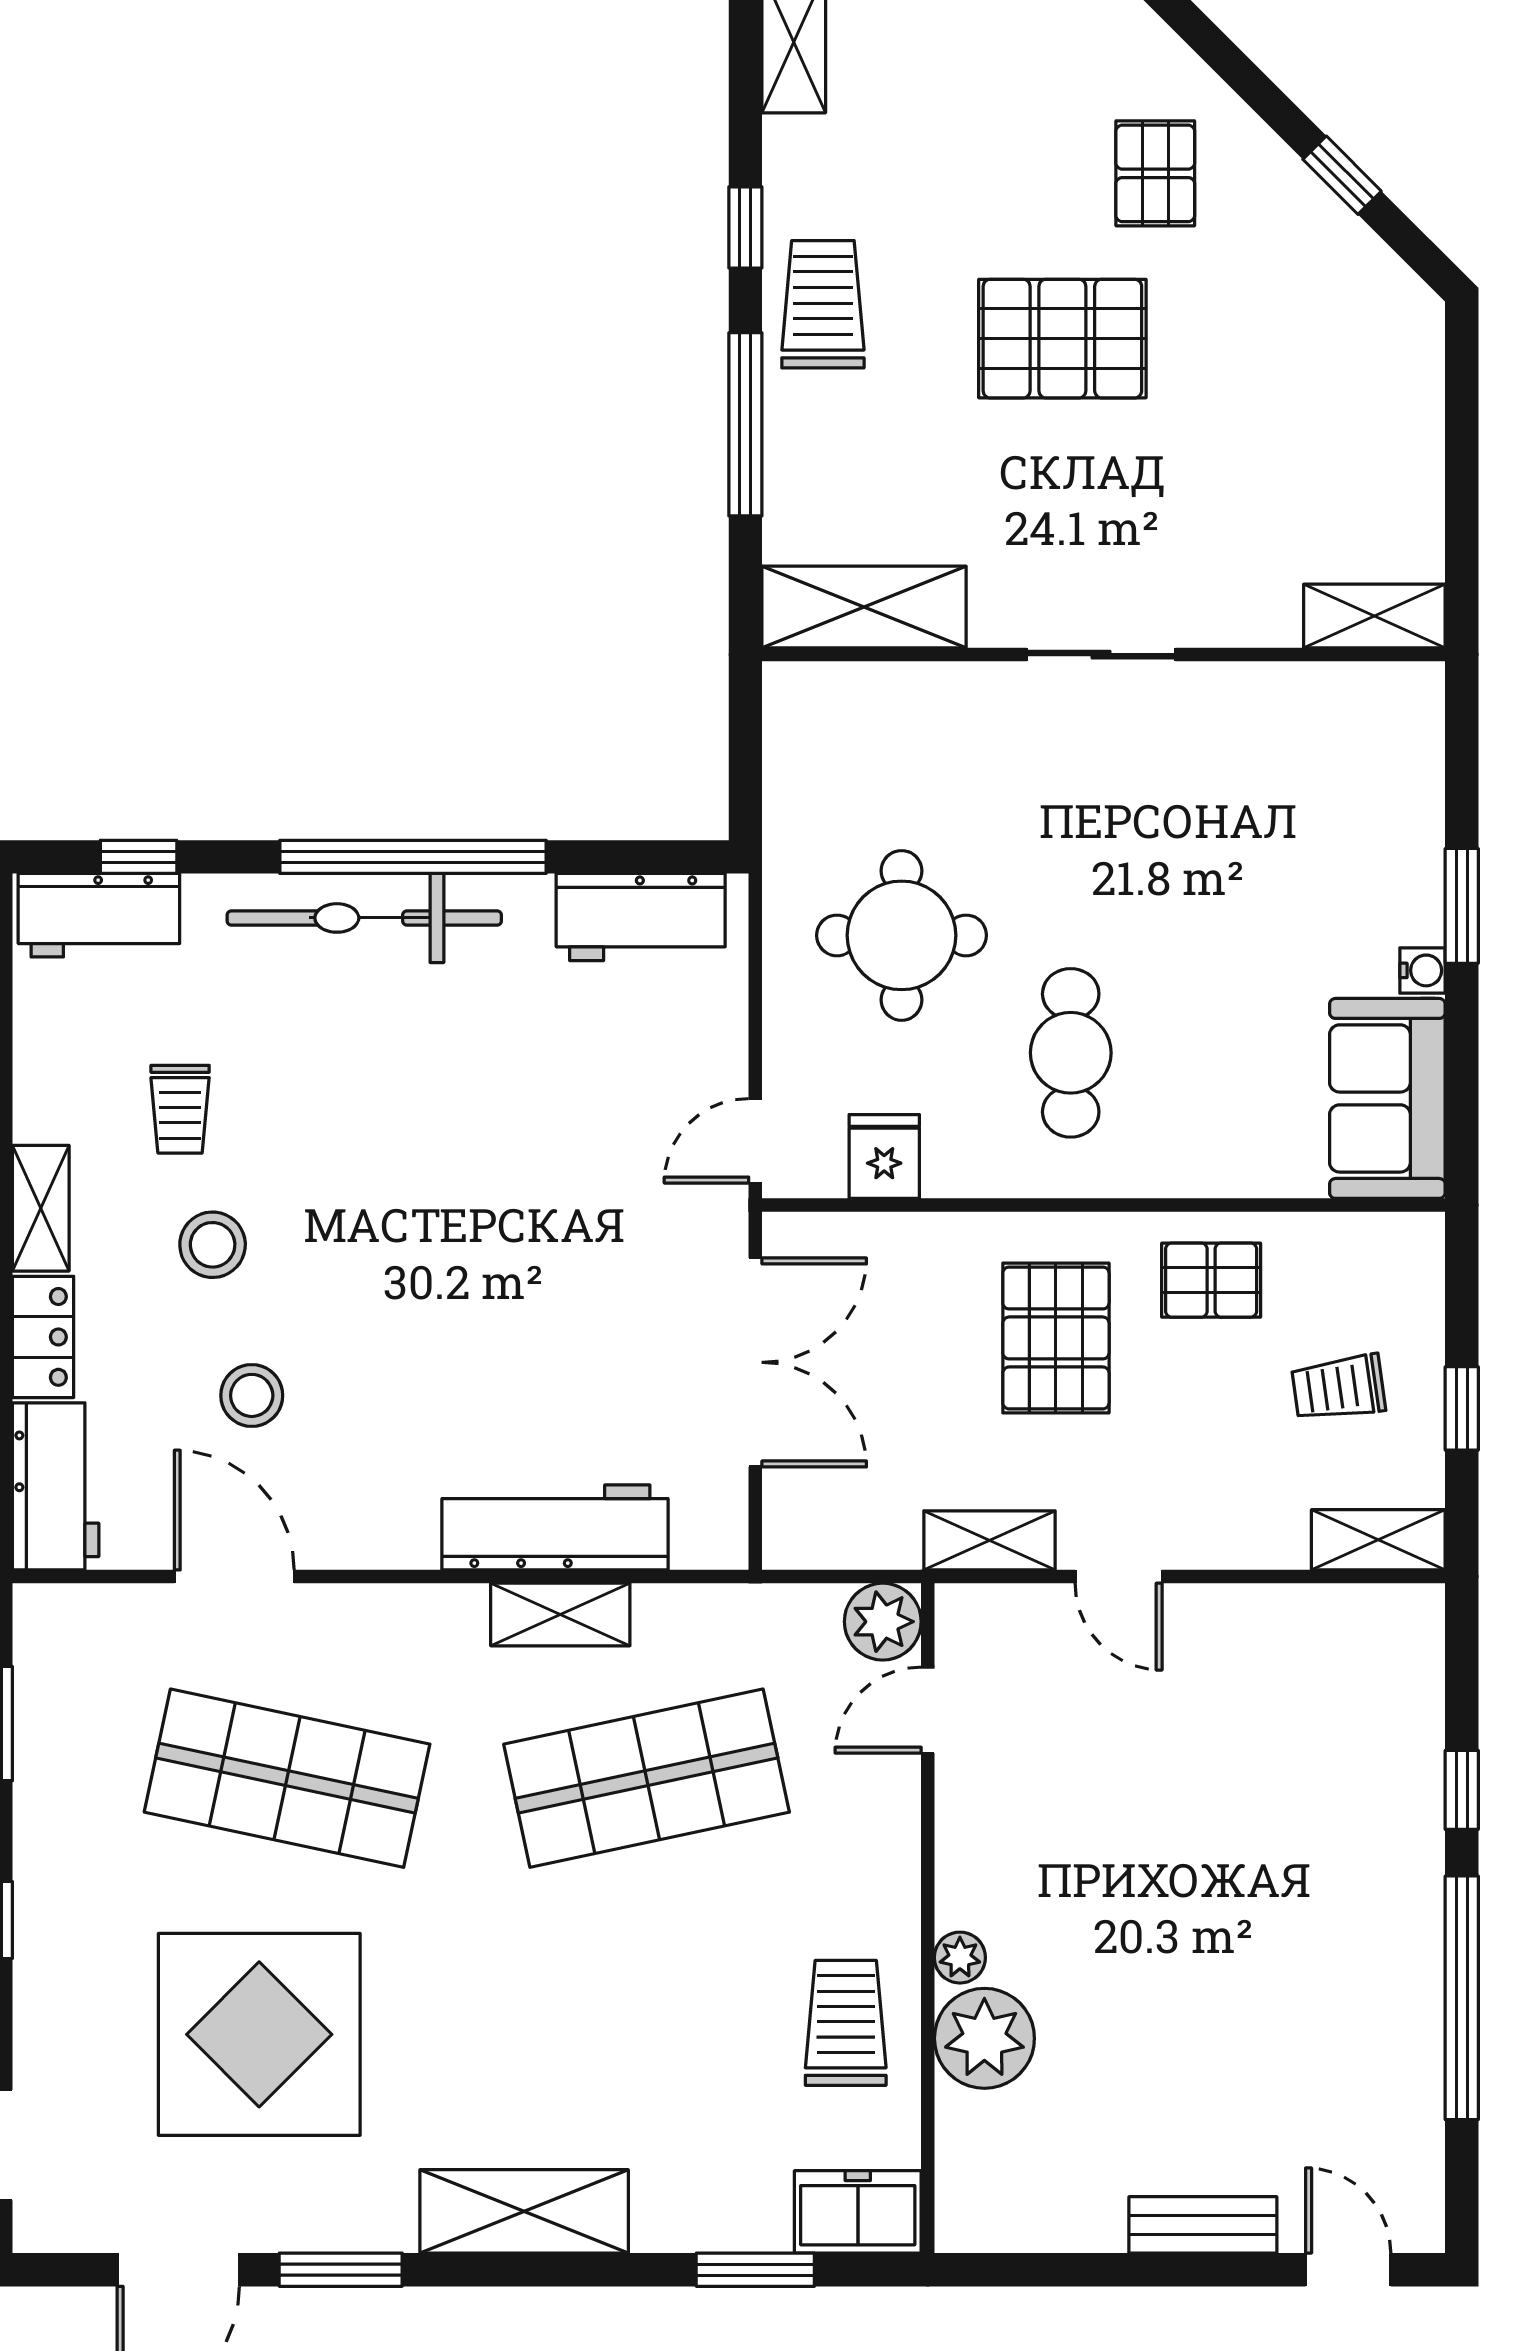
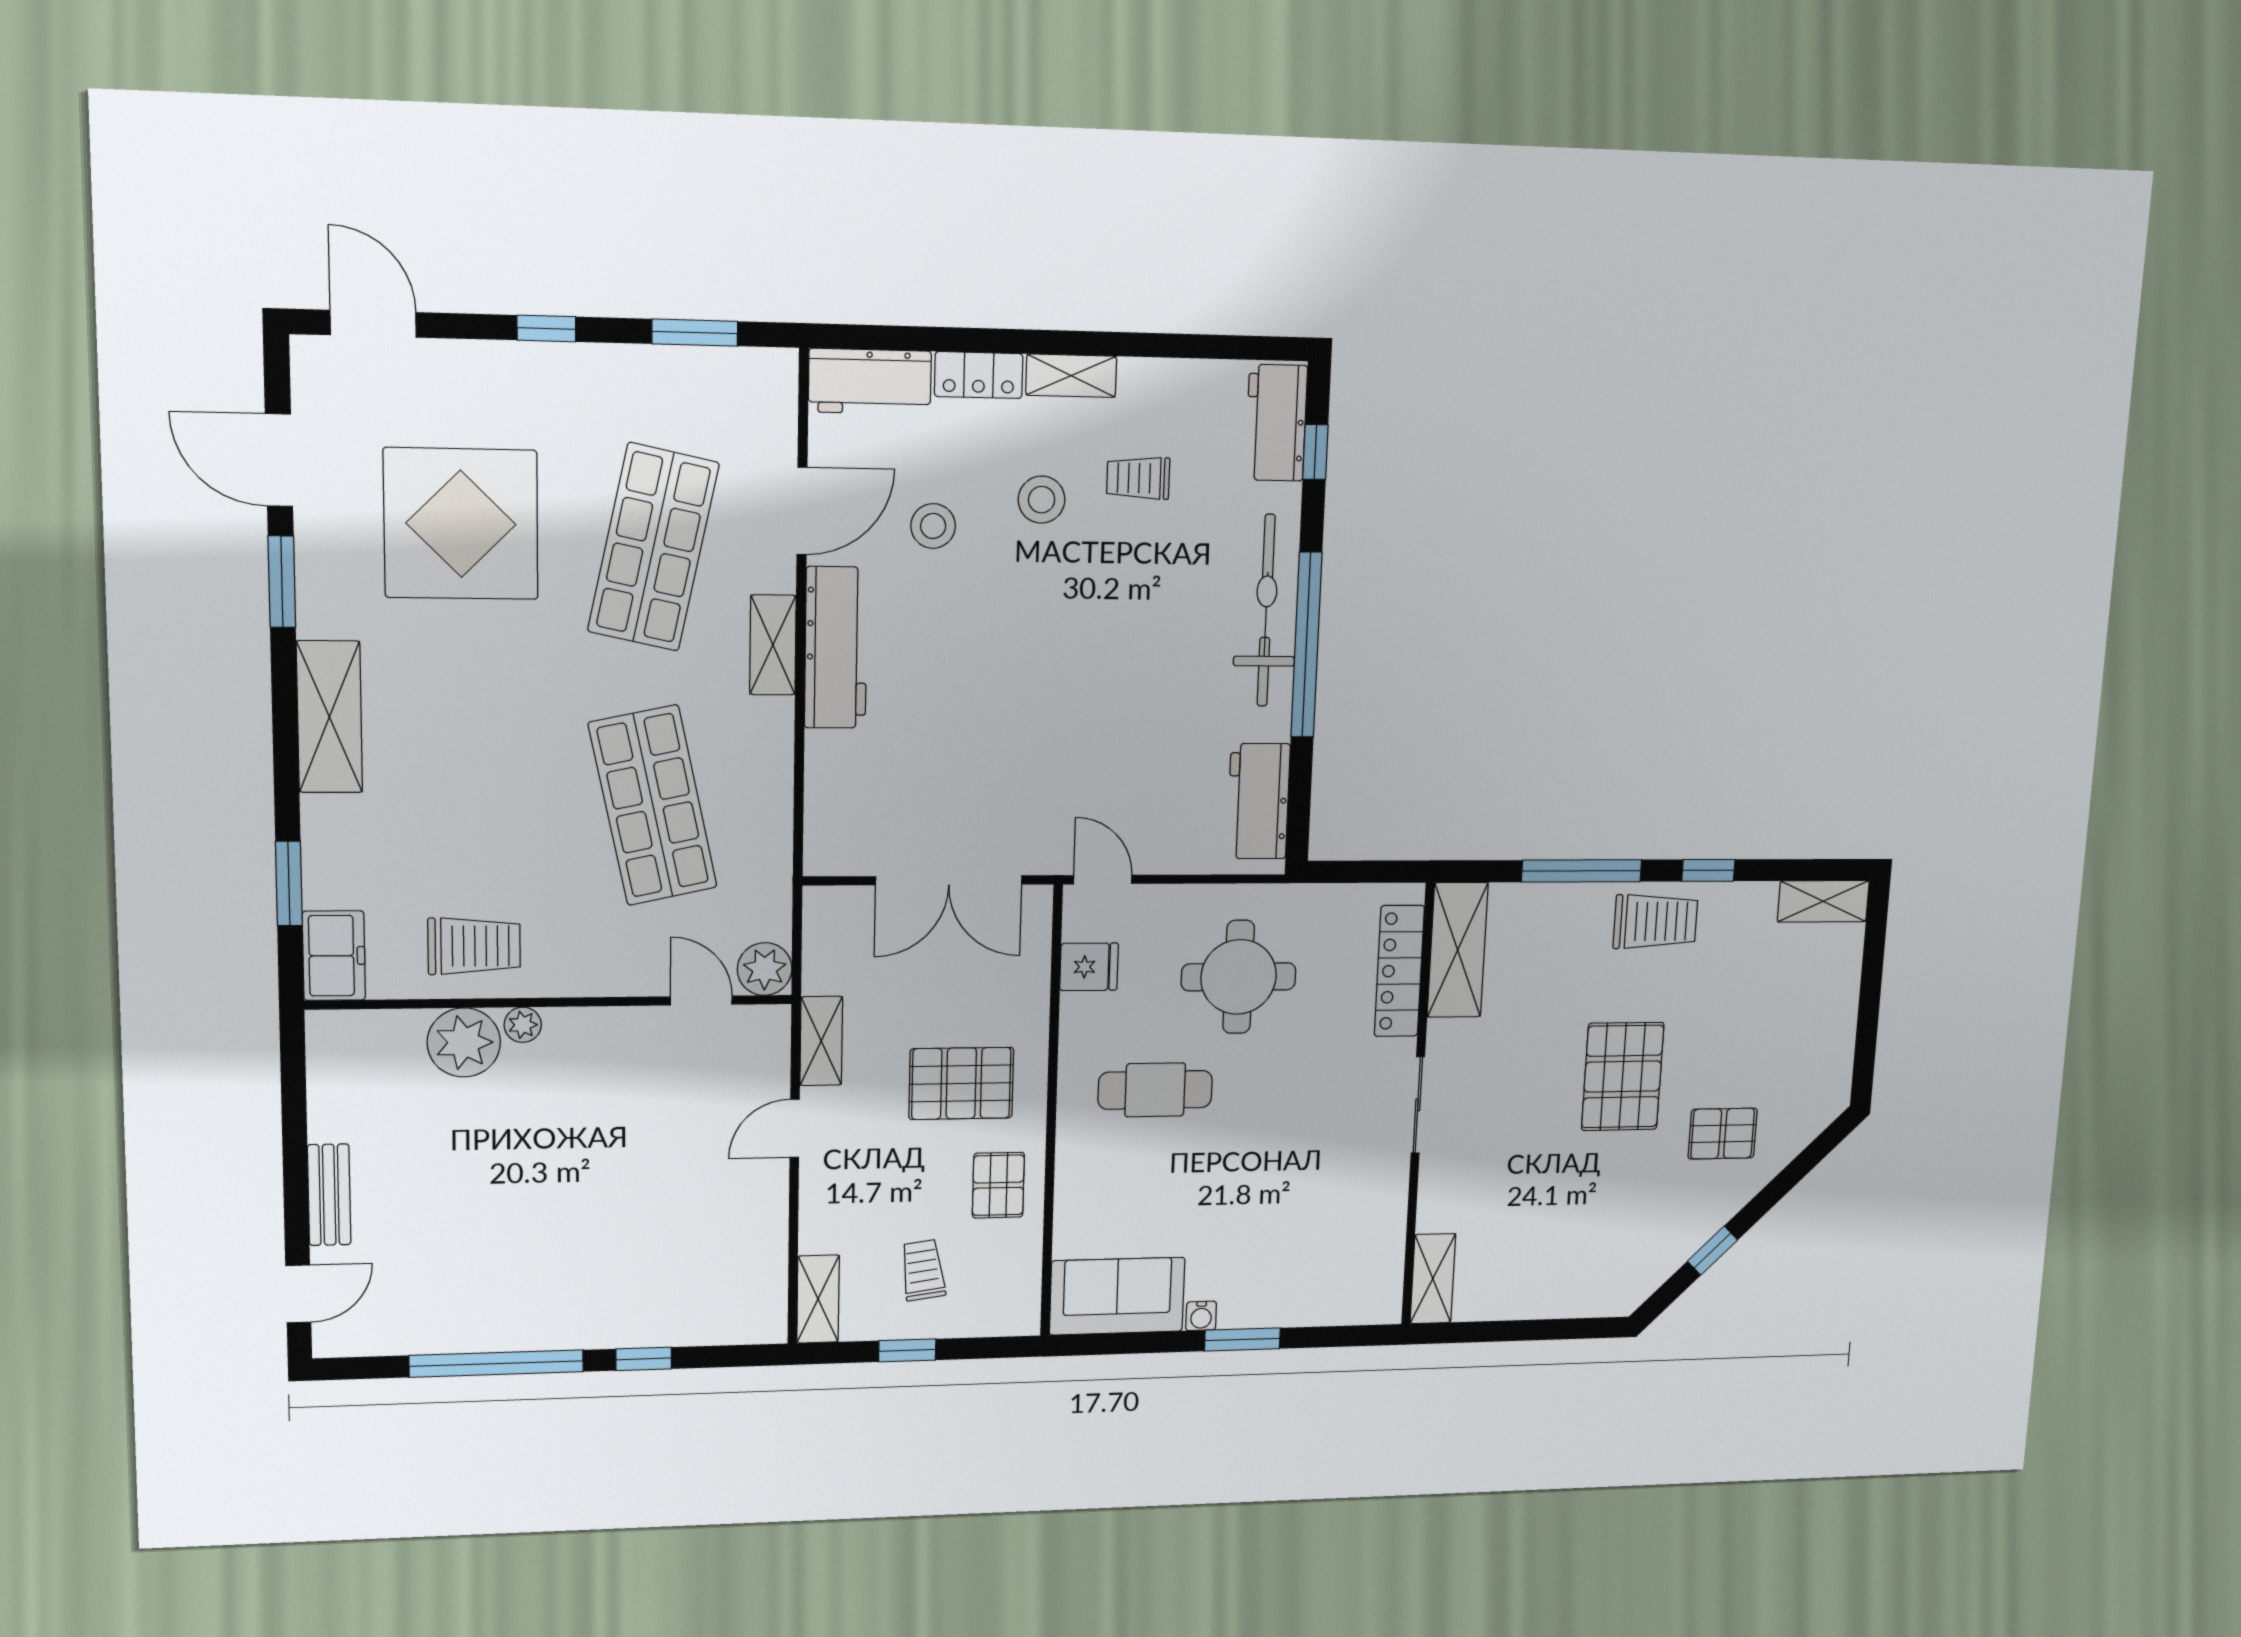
locker: (895, 694) -> (1399, 971), added
workbench: (555, 1527) -> (836, 648), moved
shelving: (560, 1615) -> (773, 645), moved

